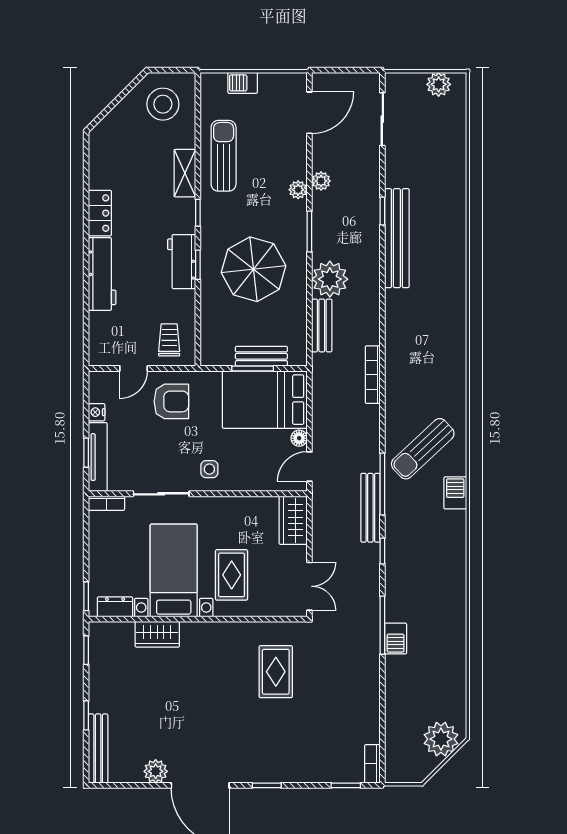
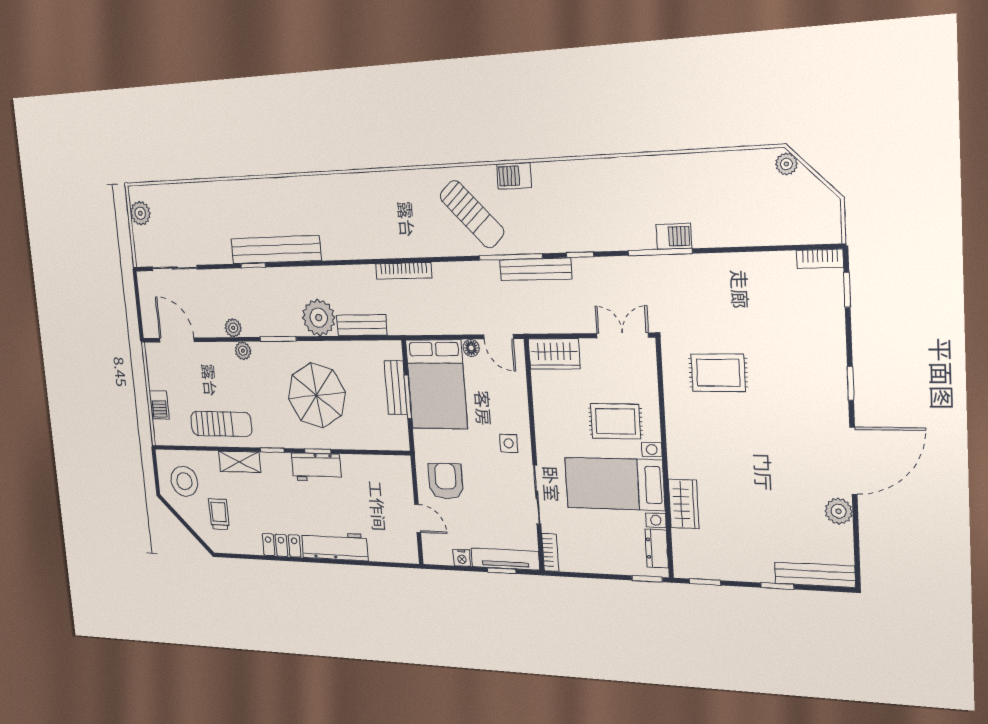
sun lounger: (224, 156) -> (221, 424), turned 180
trolley: (169, 340) -> (219, 514), moved, turned 90
plant: (441, 739) -> (786, 164), width x0.53, depth x0.53

